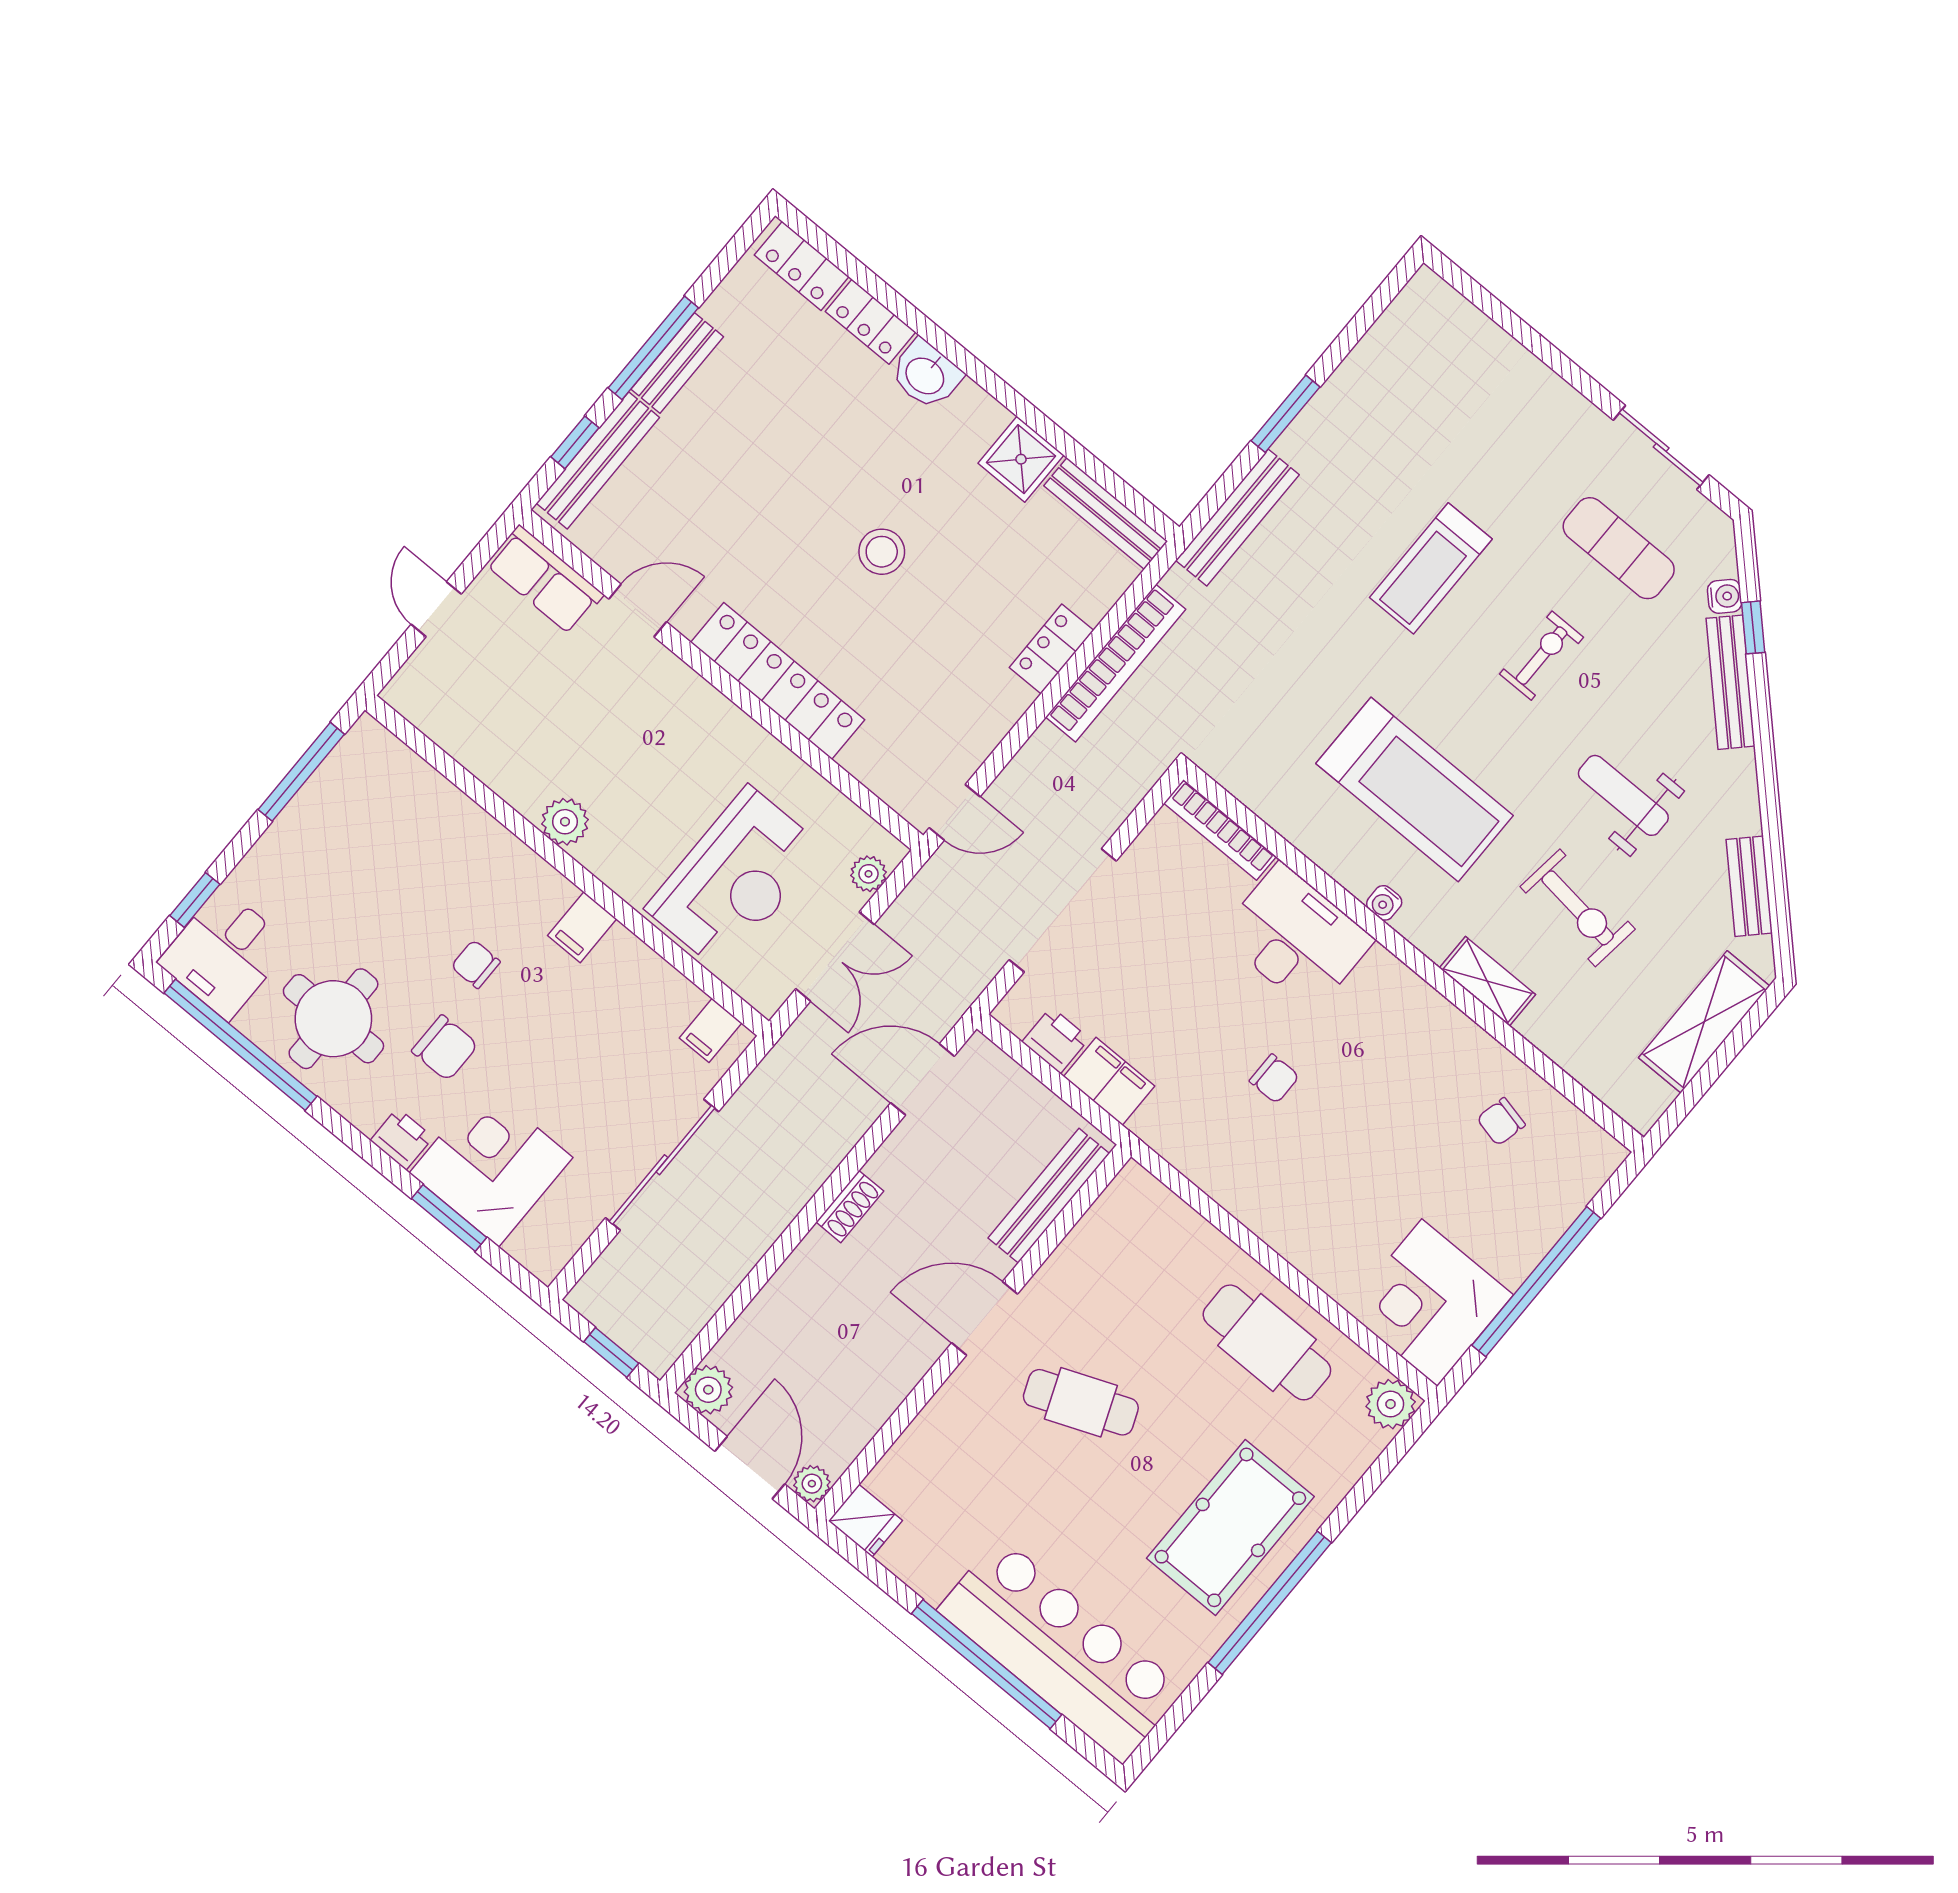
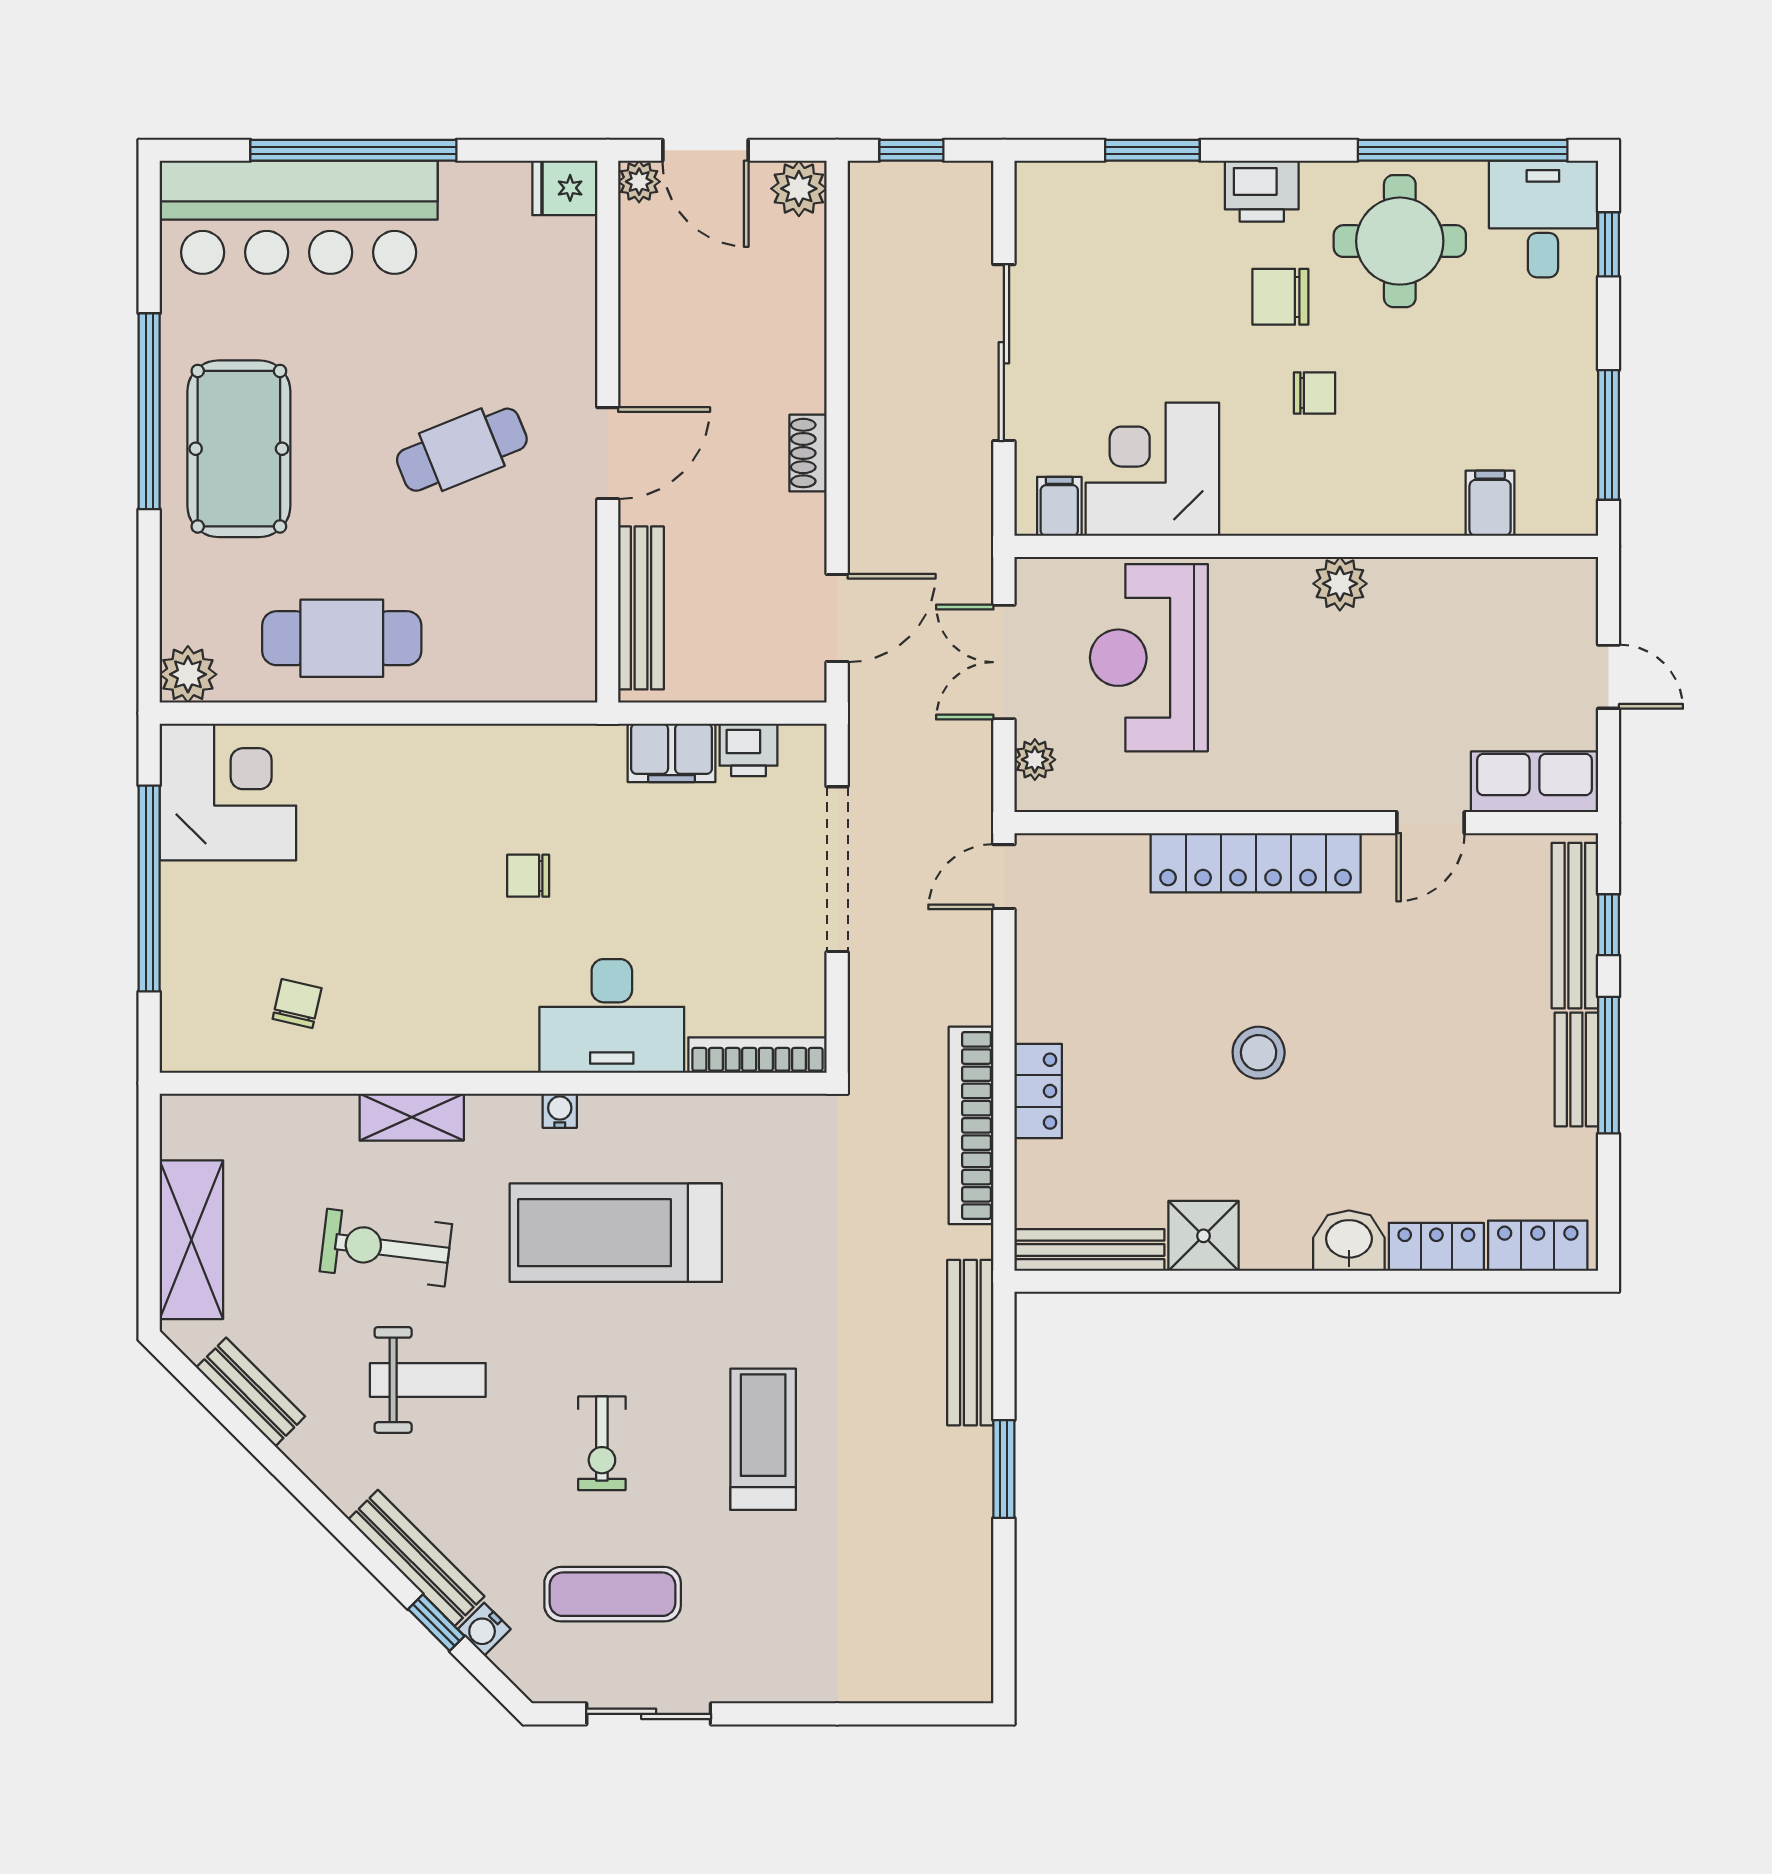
filing cabinet: (582, 927) -> (1490, 503), moved
printer: (402, 1139) -> (1262, 191), width x1.36, depth x1.24
corner desk: (491, 1165) -> (1152, 469), moved, turned 180

